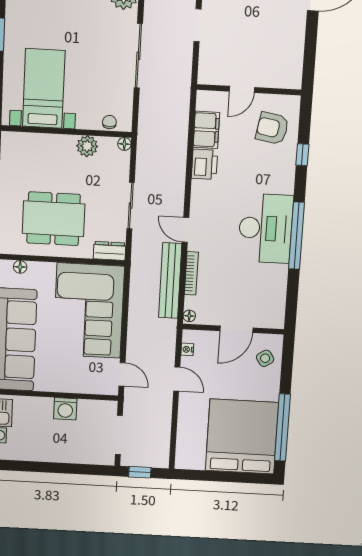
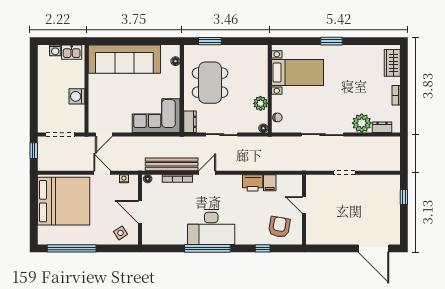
filing cabinet: (206, 130) -> (270, 183), width x0.50
corner sofa: (89, 311) -> (156, 116), width x0.73, depth x0.74
door: (177, 379) -> (102, 173), swing flipped
bed: (242, 437) -> (64, 201), moved

